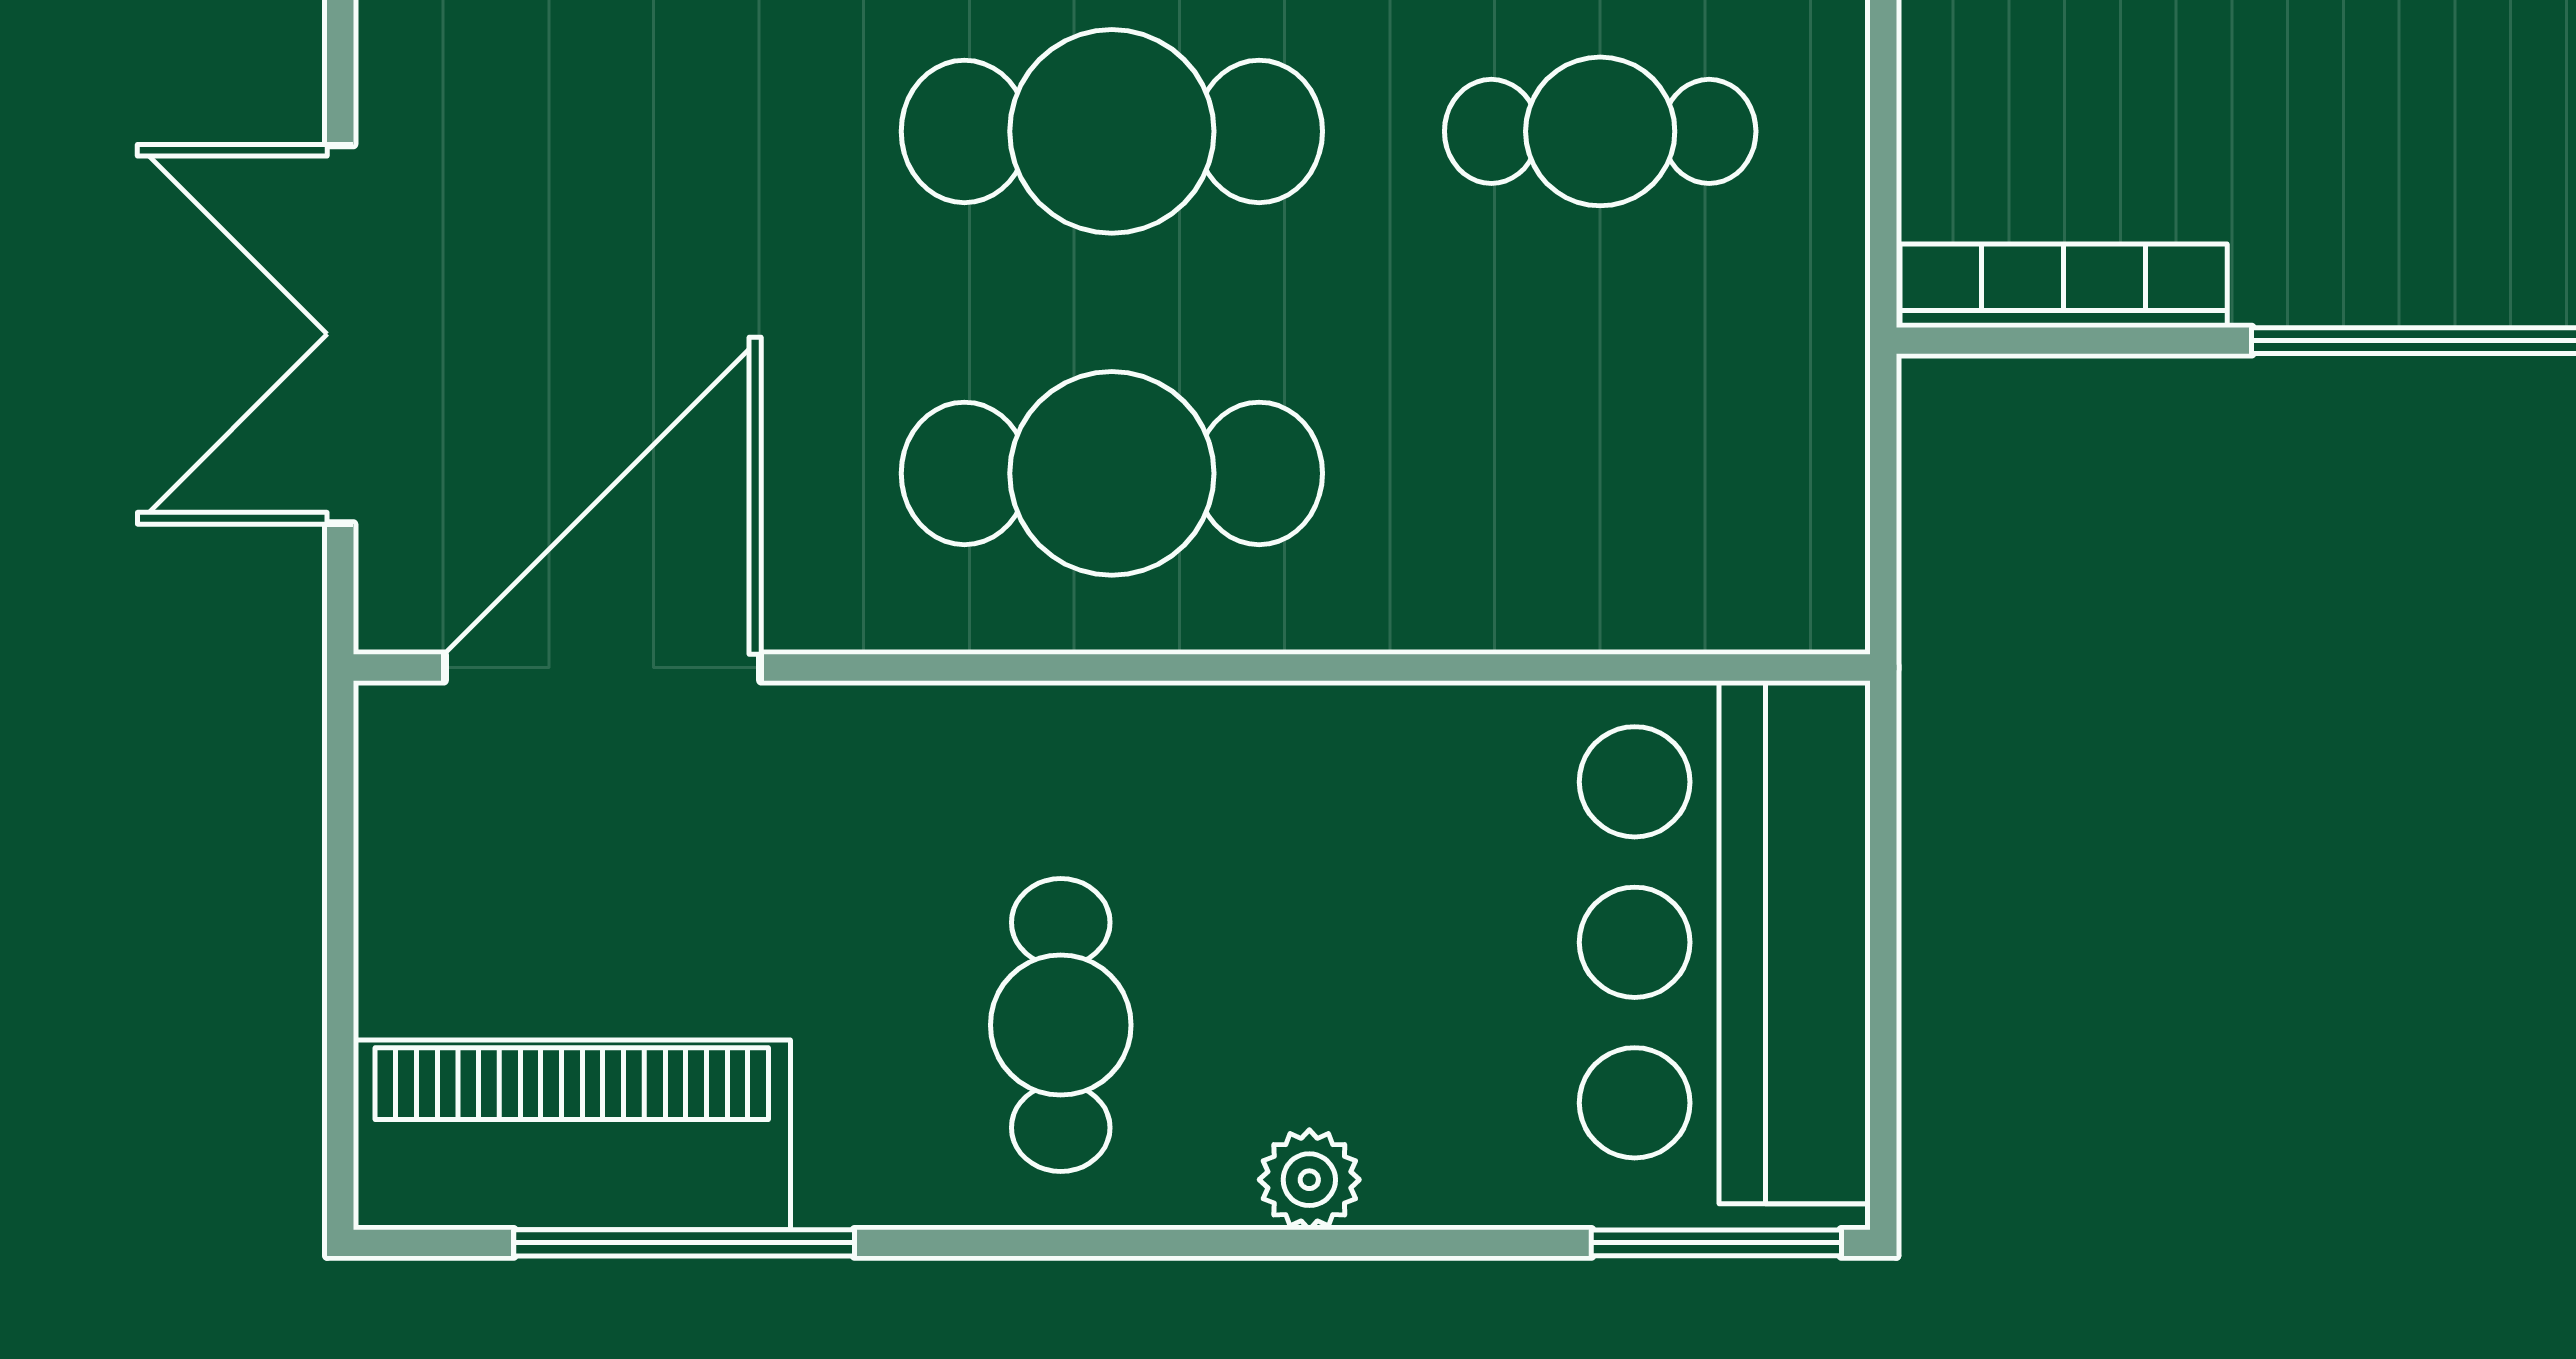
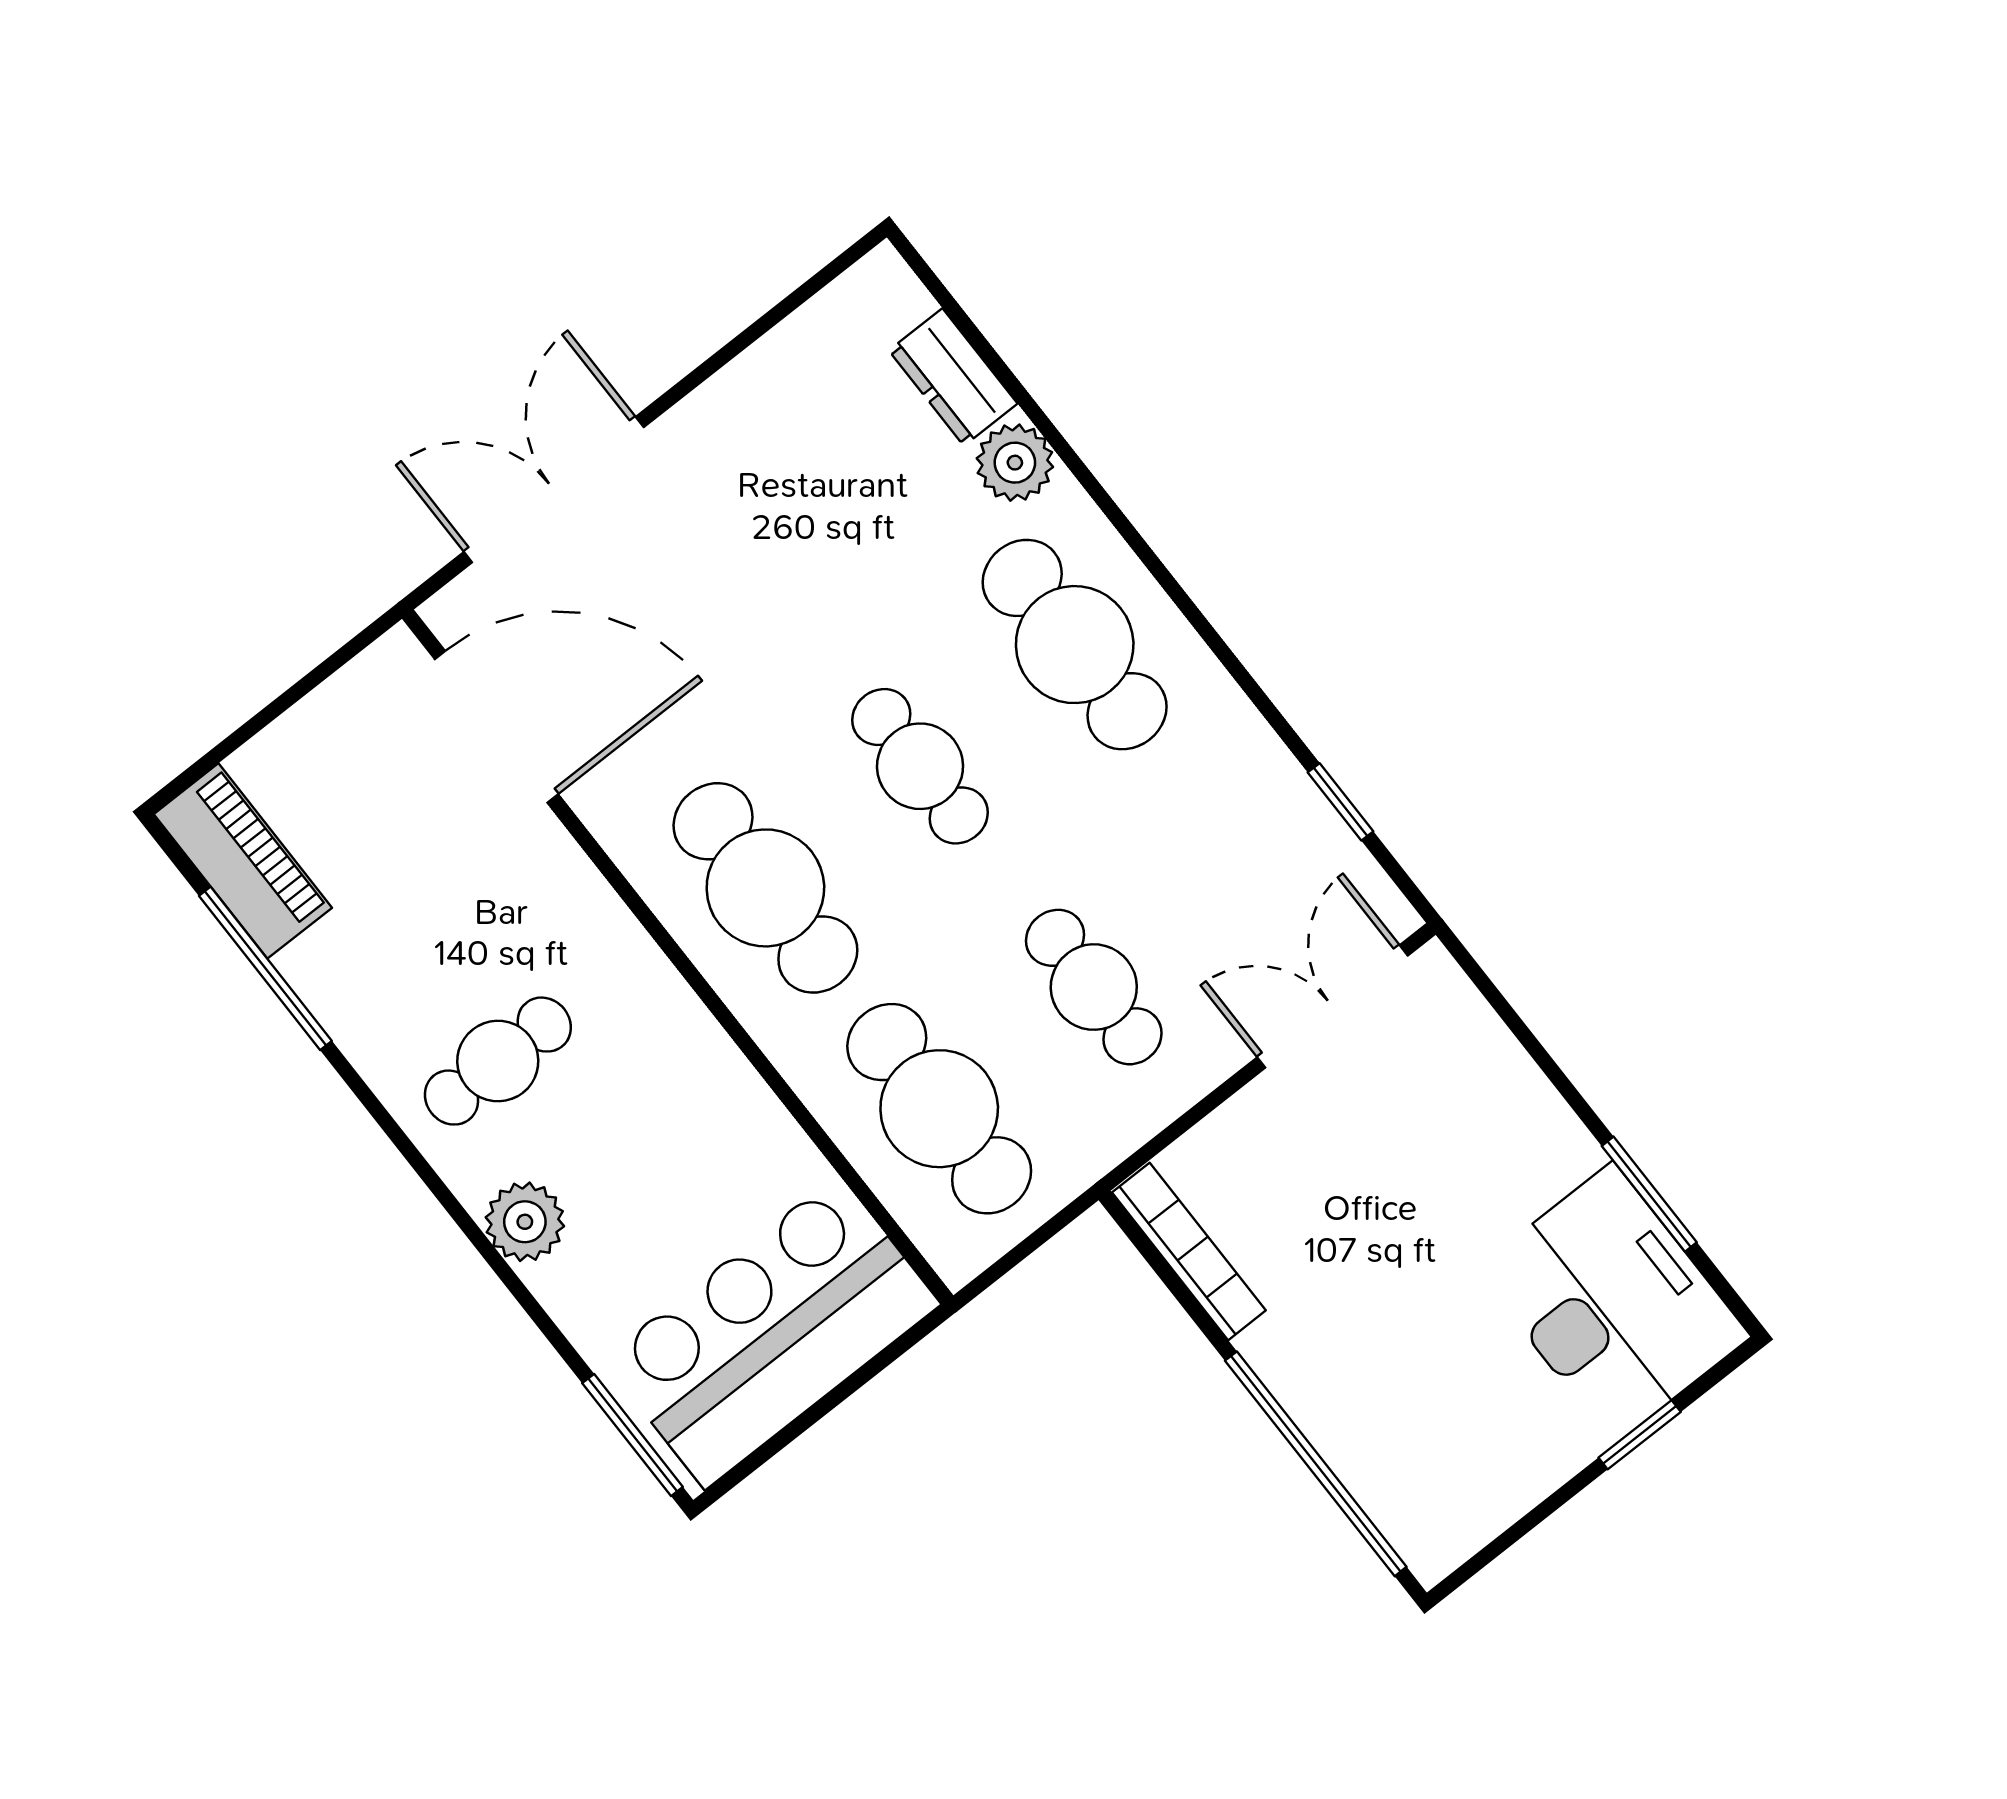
cafe table: (1112, 131) -> (920, 766), width x0.73, depth x0.74
cafe table: (1600, 473) -> (939, 1109), added
piano: (572, 1135) -> (243, 861), width x0.73, depth x0.75
plant: (1309, 1180) -> (525, 1222), width x1.38, depth x1.38

